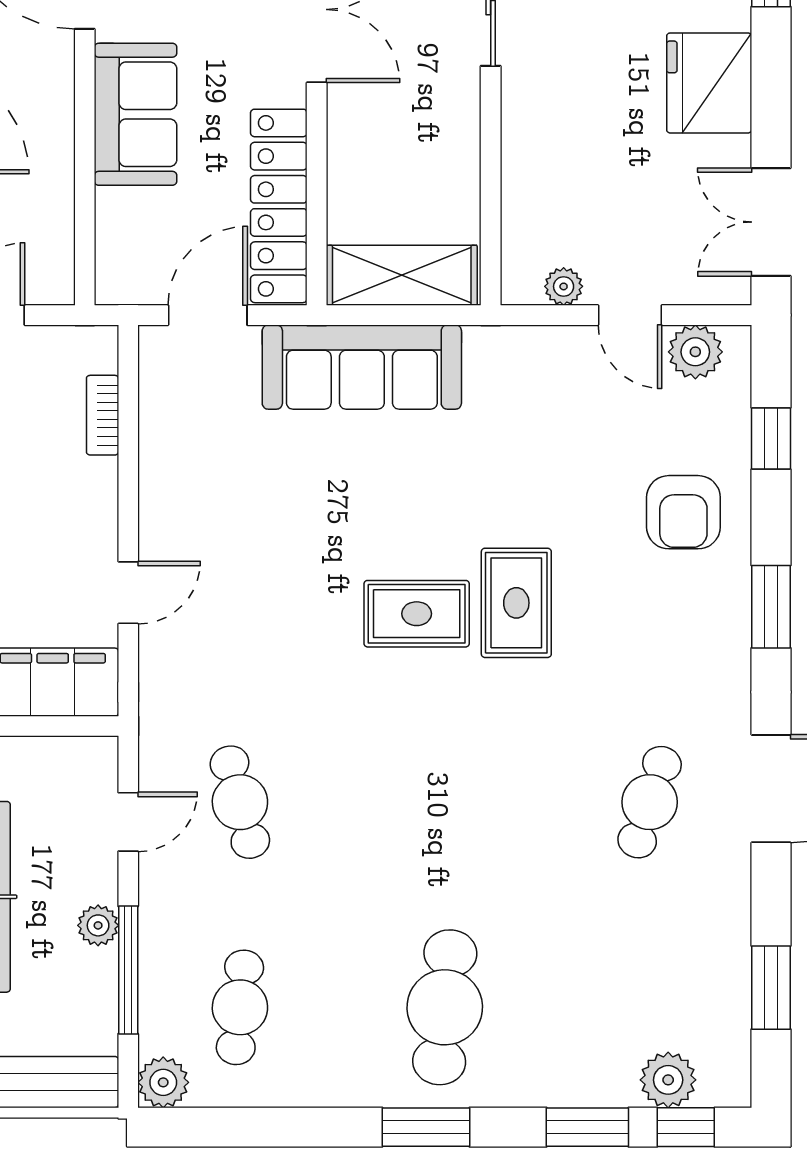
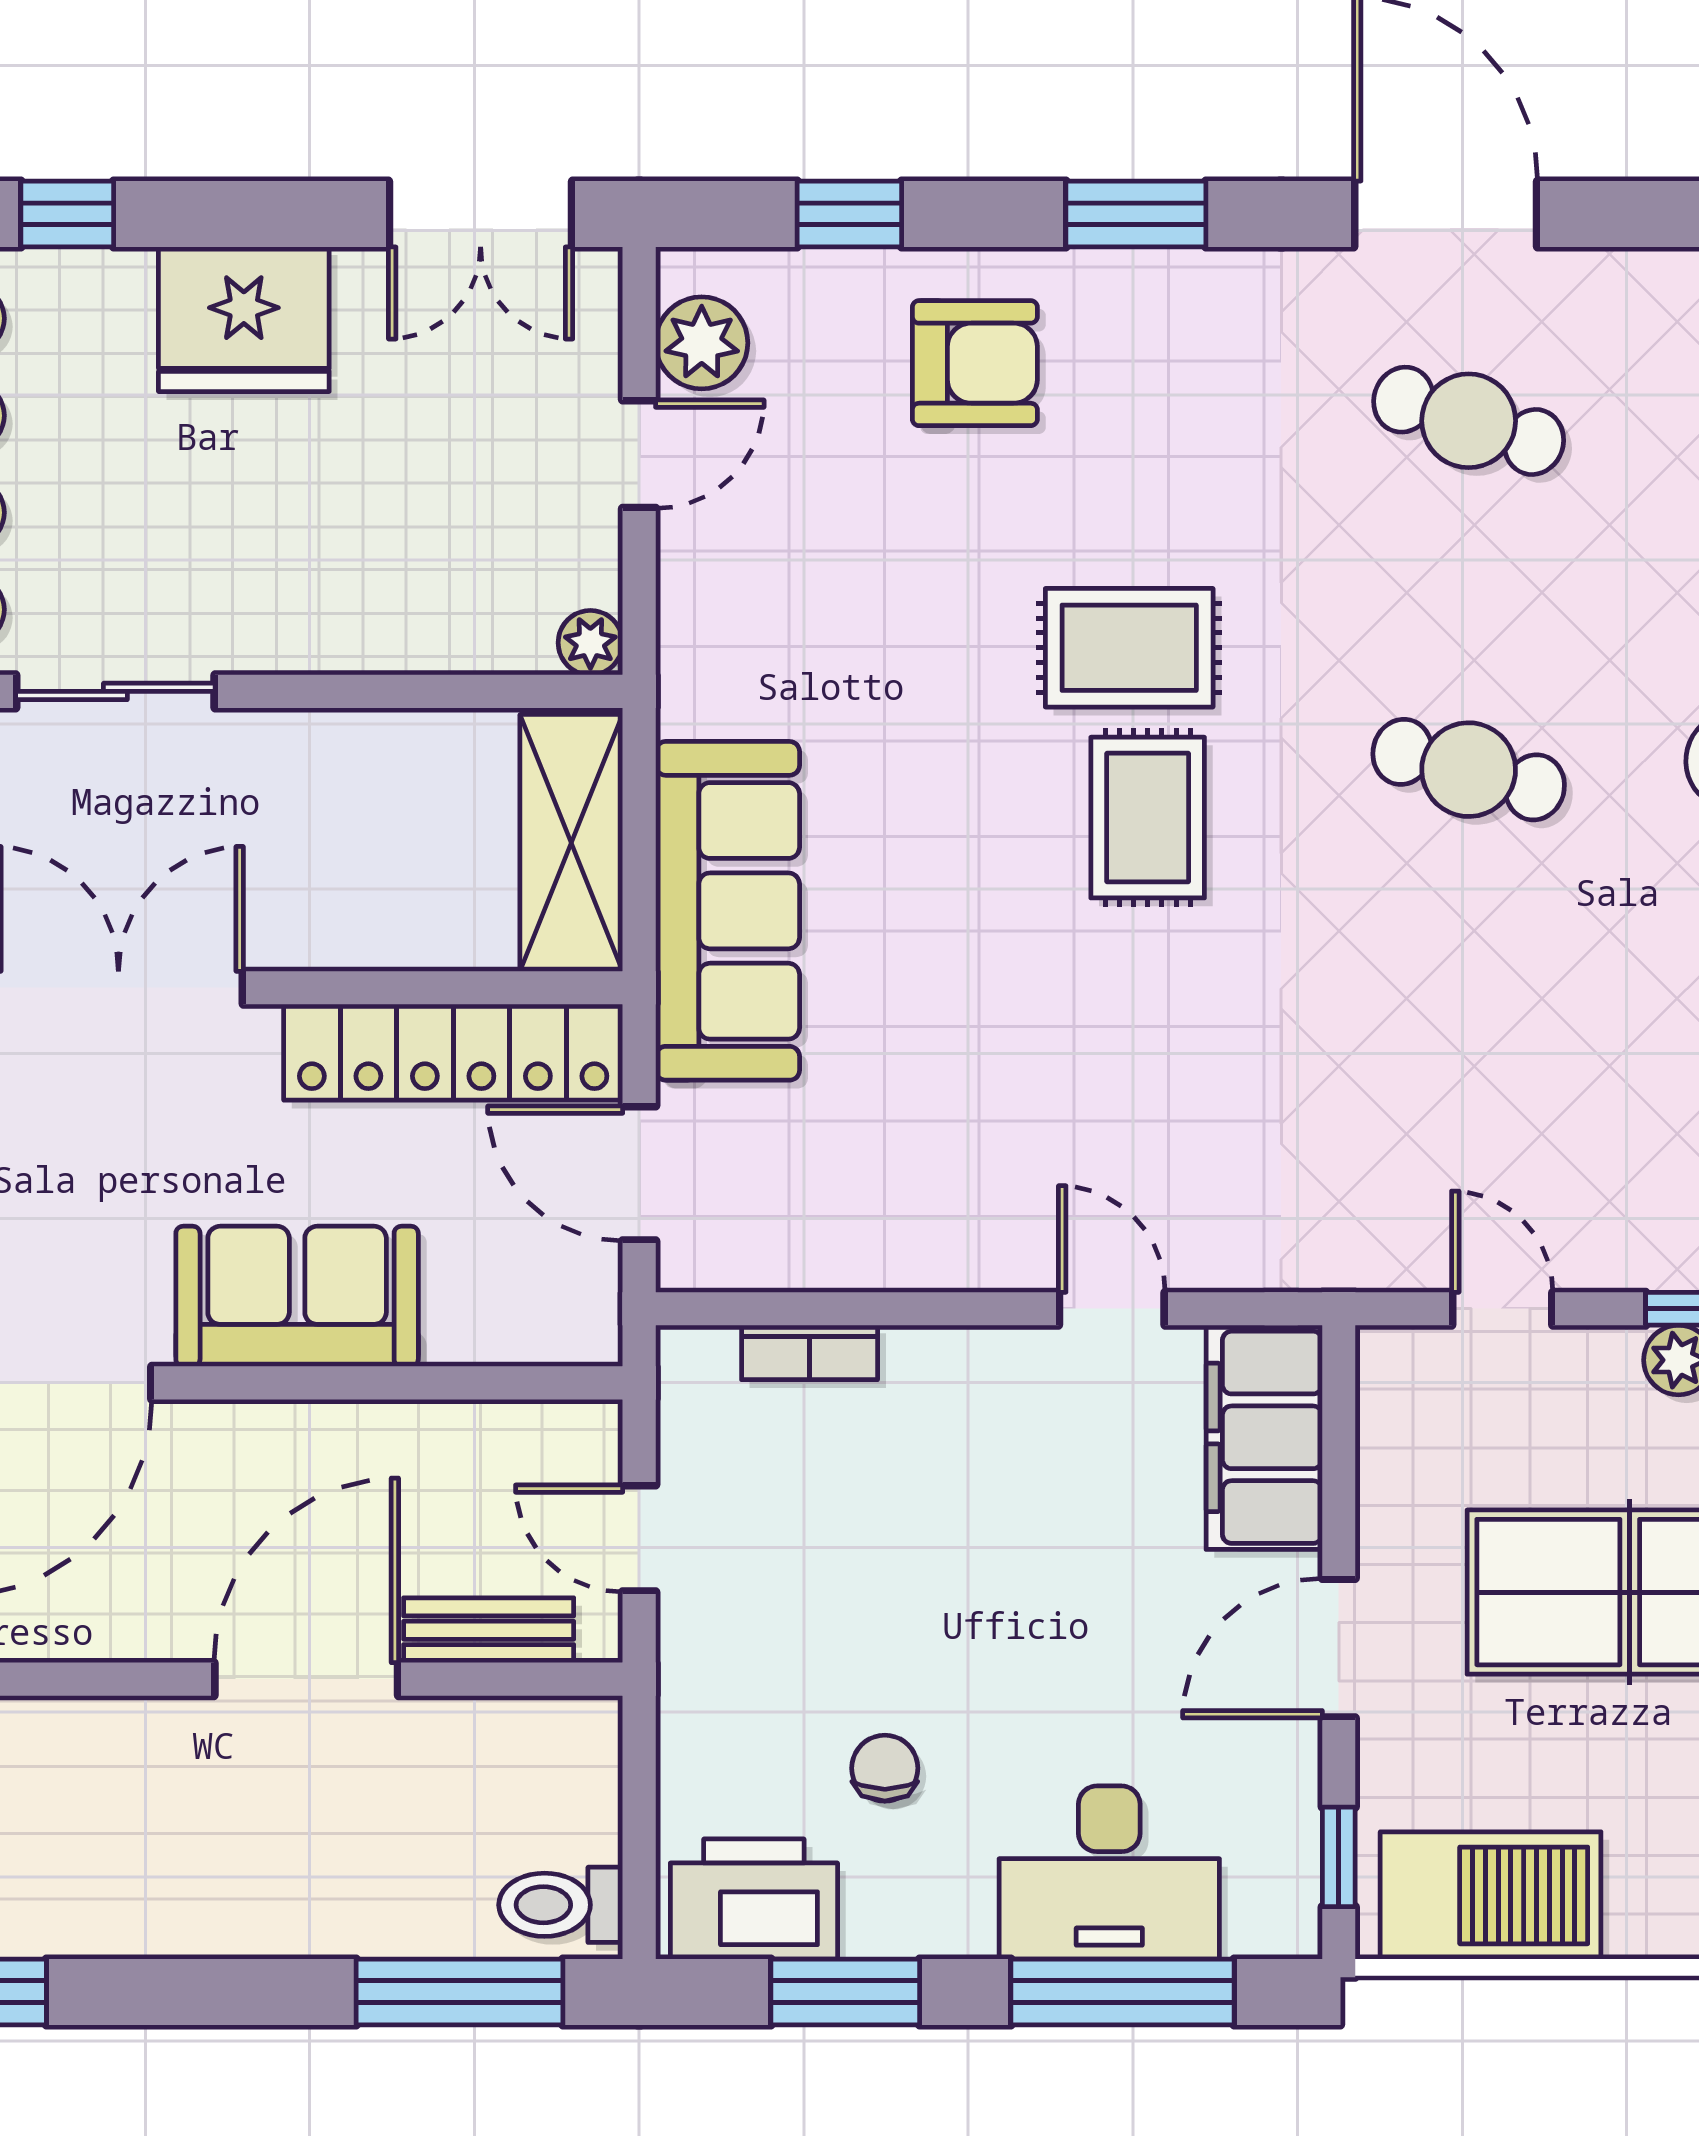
plant: (564, 286) -> (590, 643), moved
cafe table: (240, 802) -> (1469, 770), moved, turned 30

